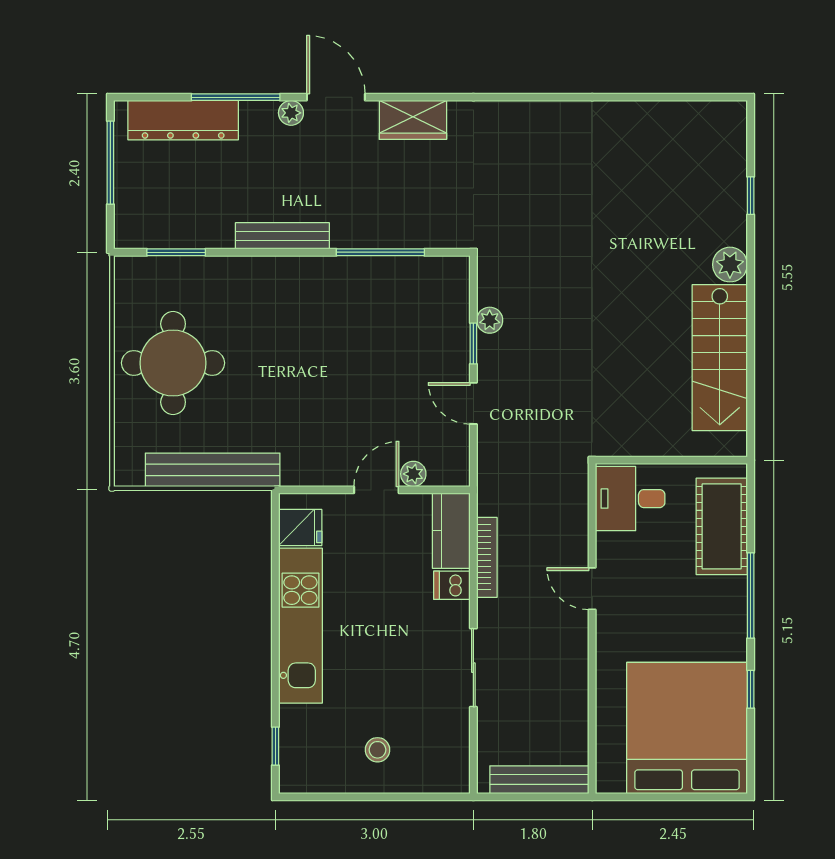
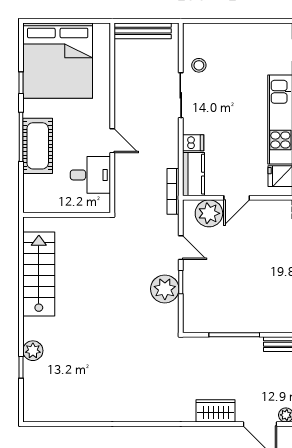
plant: (730, 265) -> (33, 351), moved
plant: (490, 320) -> (165, 289), width x1.87, depth x1.87
plant: (413, 474) -> (209, 213), width x1.88, depth x1.88
desk: (630, 499) -> (90, 175), moved
cot: (722, 526) -> (38, 146), moved
bookcase: (487, 557) -> (173, 191), moved
stool: (378, 750) -> (199, 65), moved

